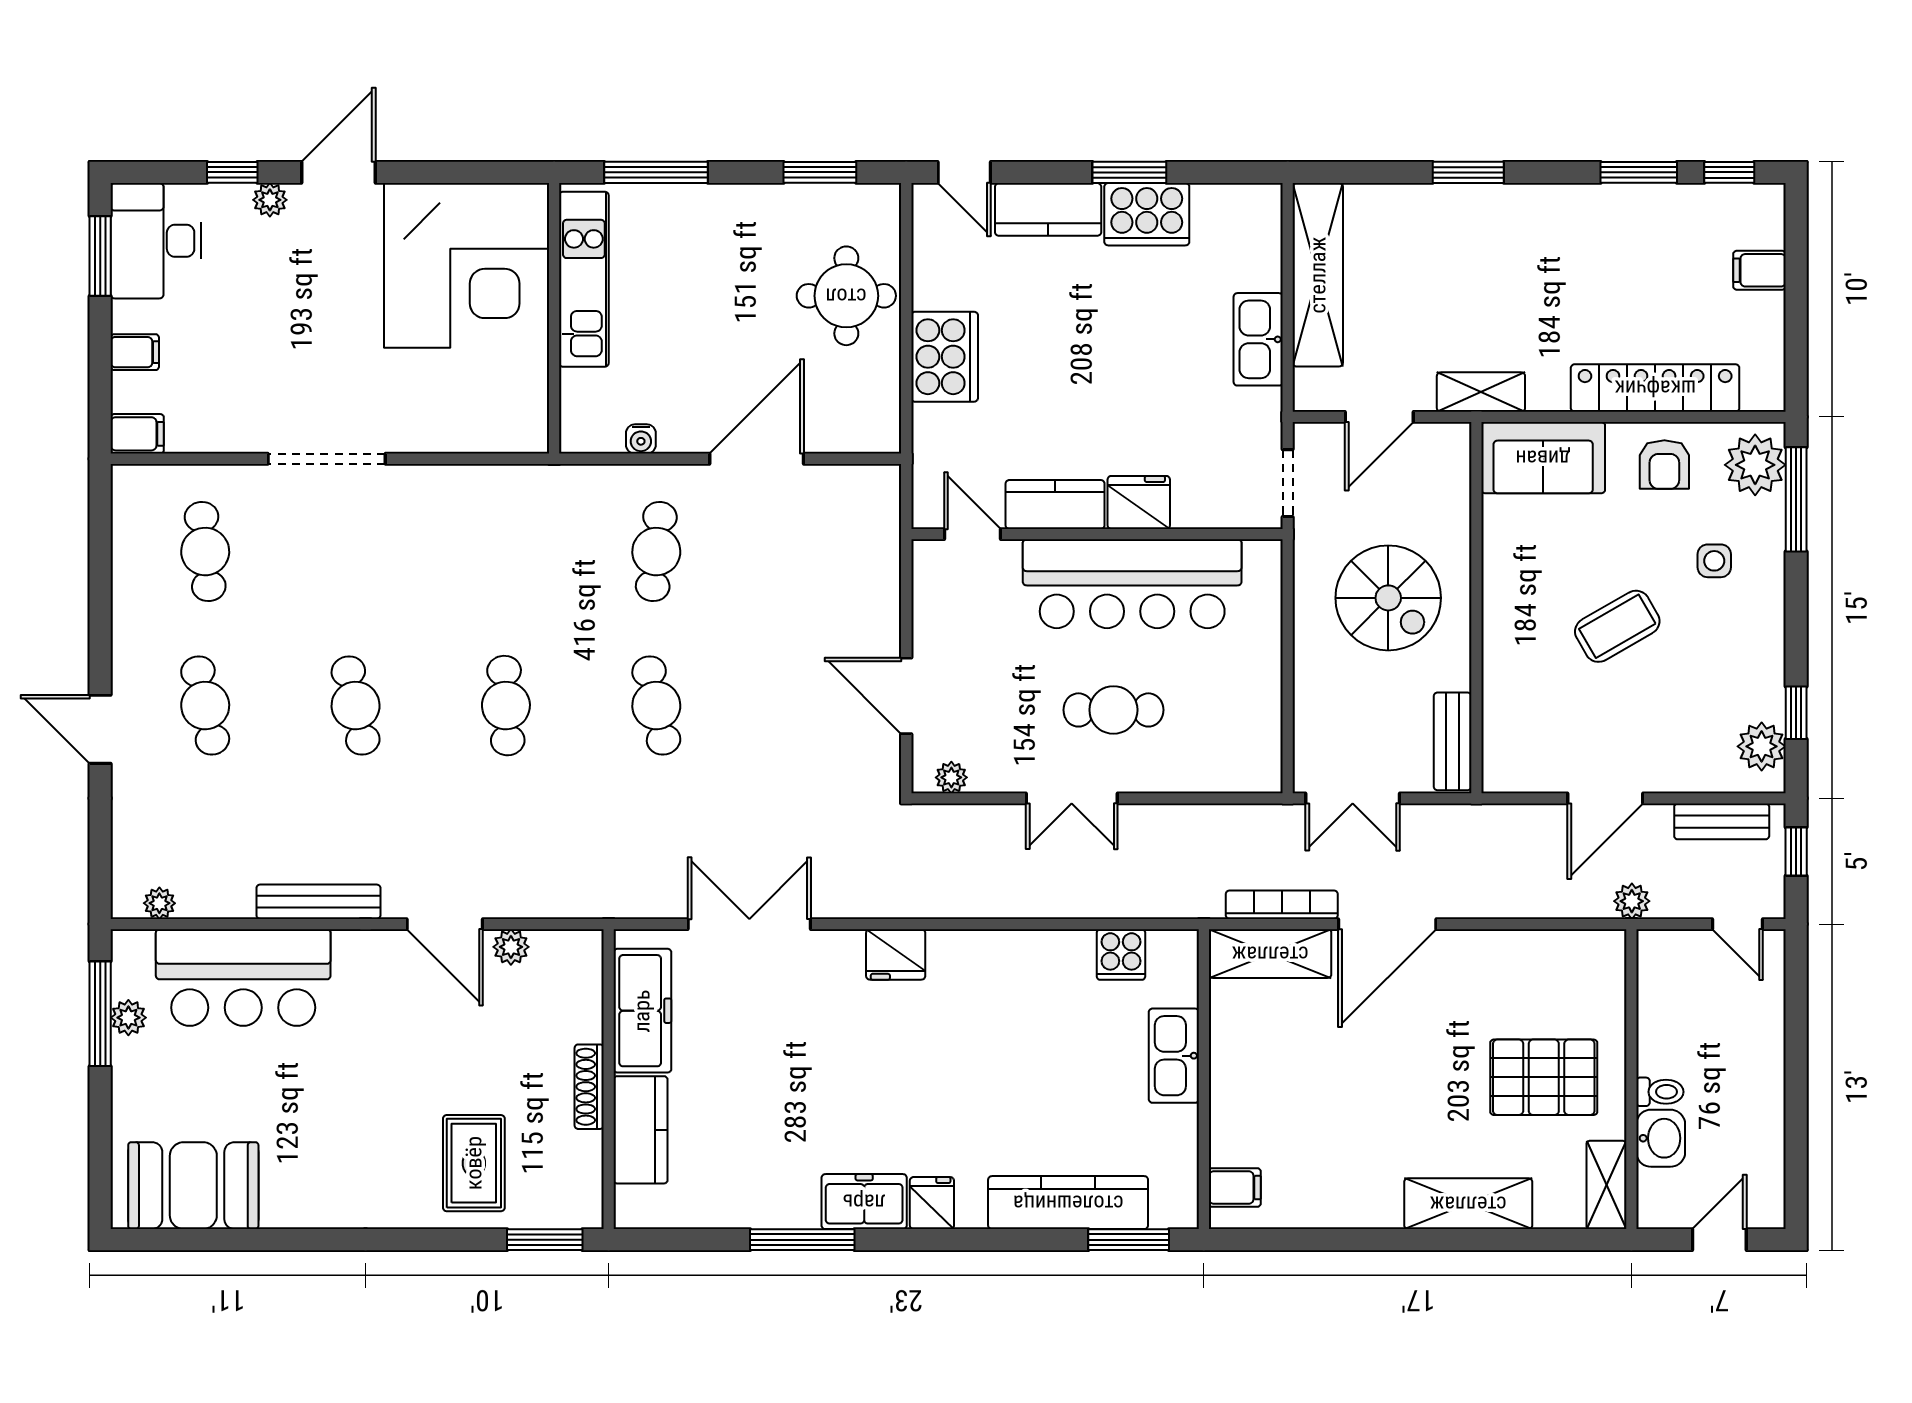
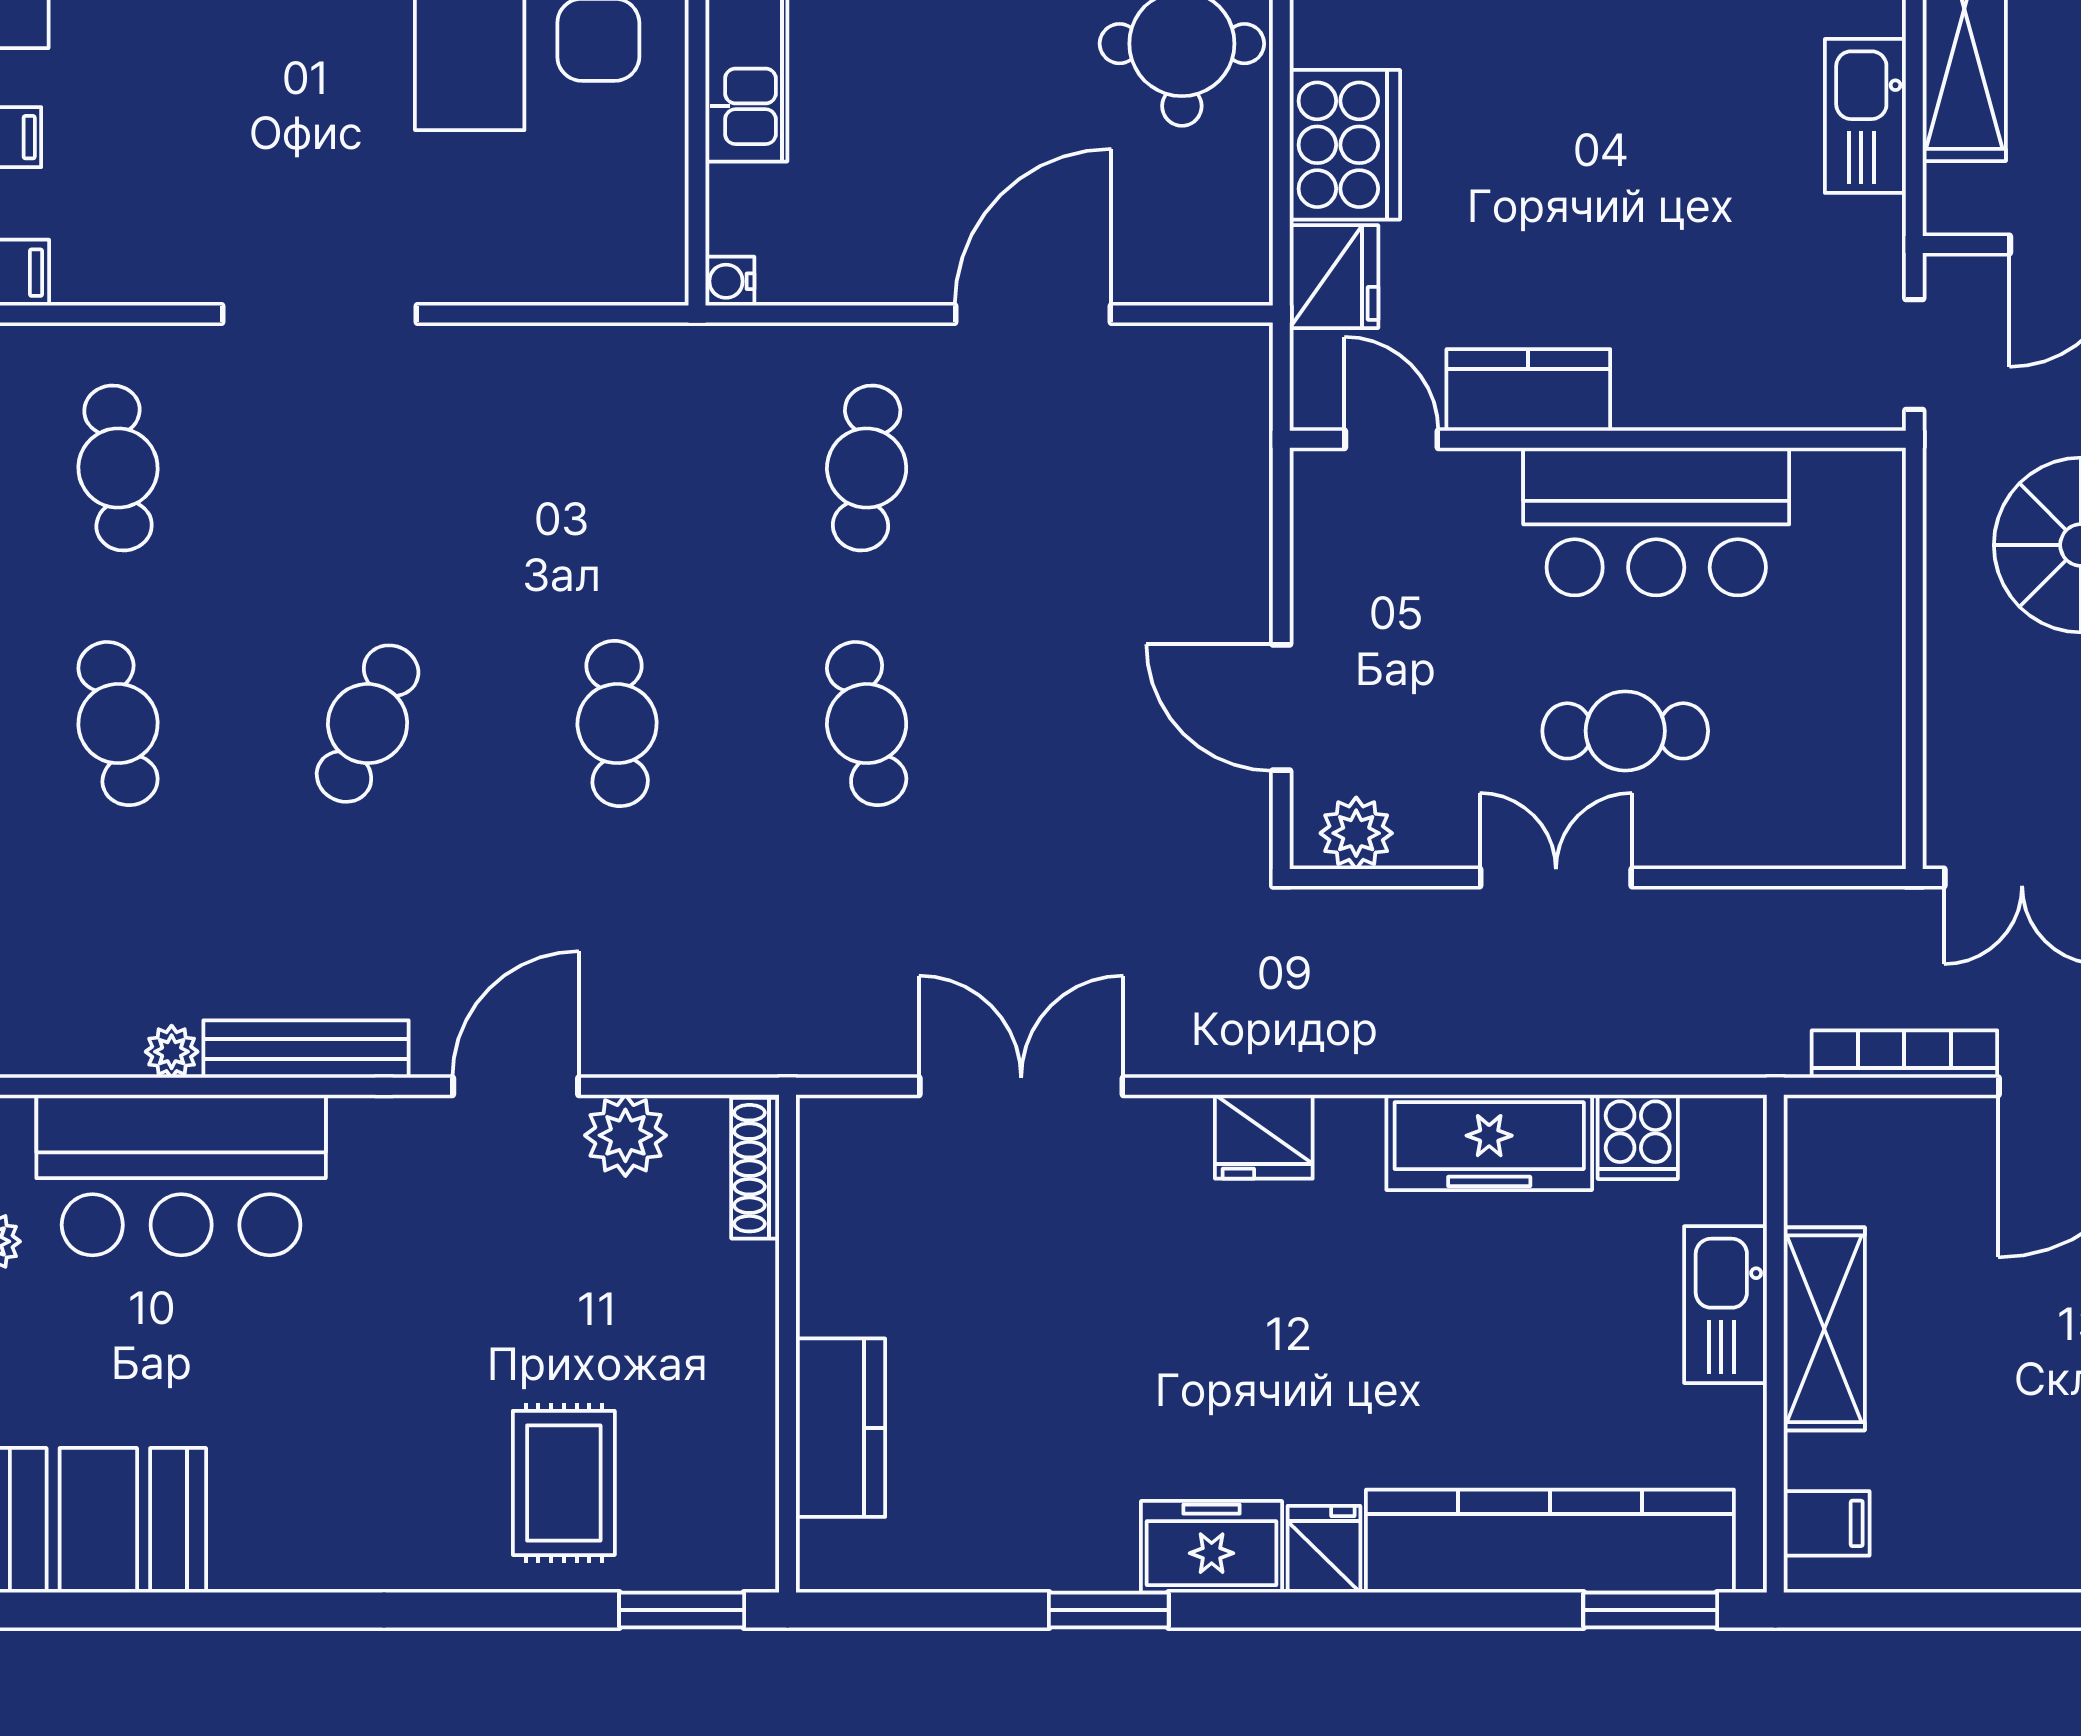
water cooler: (641, 439) -> (730, 281), moved, turned 90
fridge: (1139, 502) -> (1334, 277), moved, turned 90
bar counter: (1132, 584) -> (1656, 522), width x0.73
cafe table: (356, 706) -> (368, 724), turned 36
plant: (951, 777) -> (1356, 833), width x1.38, depth x1.38
double door: (1072, 798) -> (1556, 877), swing flipped
plant: (159, 903) -> (172, 1052), moved
door: (445, 924) -> (516, 1086), swing flipped
plant: (511, 947) -> (625, 1135), width x1.38, depth x1.38
shelving: (1270, 954) -> (1824, 1329), moved, turned 90
freezer: (642, 1011) -> (1489, 1142), moved, turned 90
shoe rack: (589, 1087) -> (755, 1168), moved
kitchen counter: (1068, 1203) -> (1550, 1541), width x1.39, depth x1.17
window: (802, 1240) -> (1109, 1610), width x0.69

